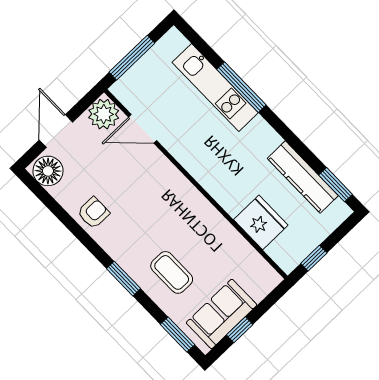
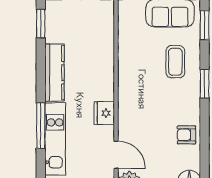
kitchen counter: (303, 177) -> (54, 73), moved
fridge: (261, 222) -> (104, 113), moved, width x0.73, depth x0.75

